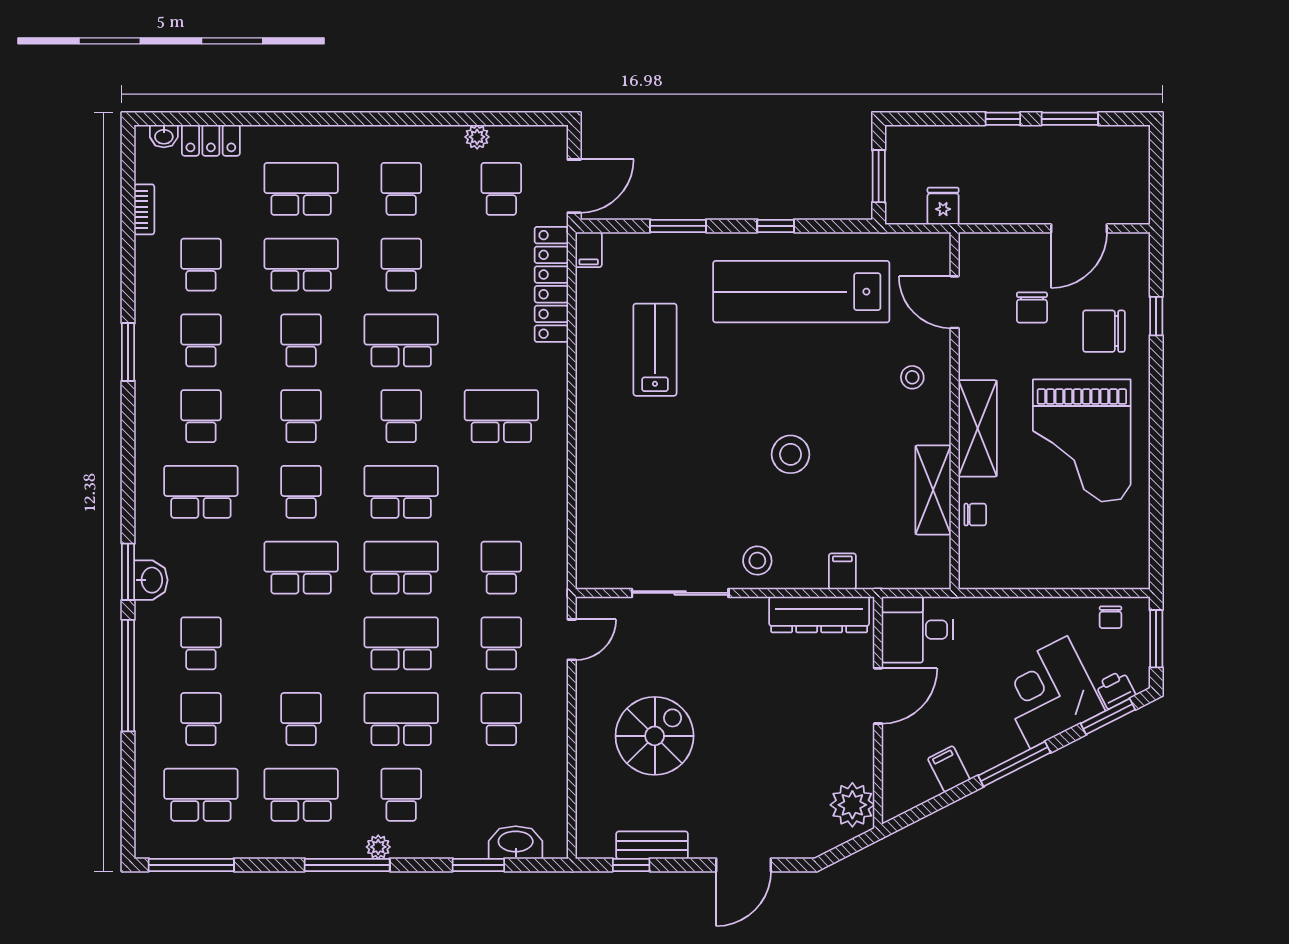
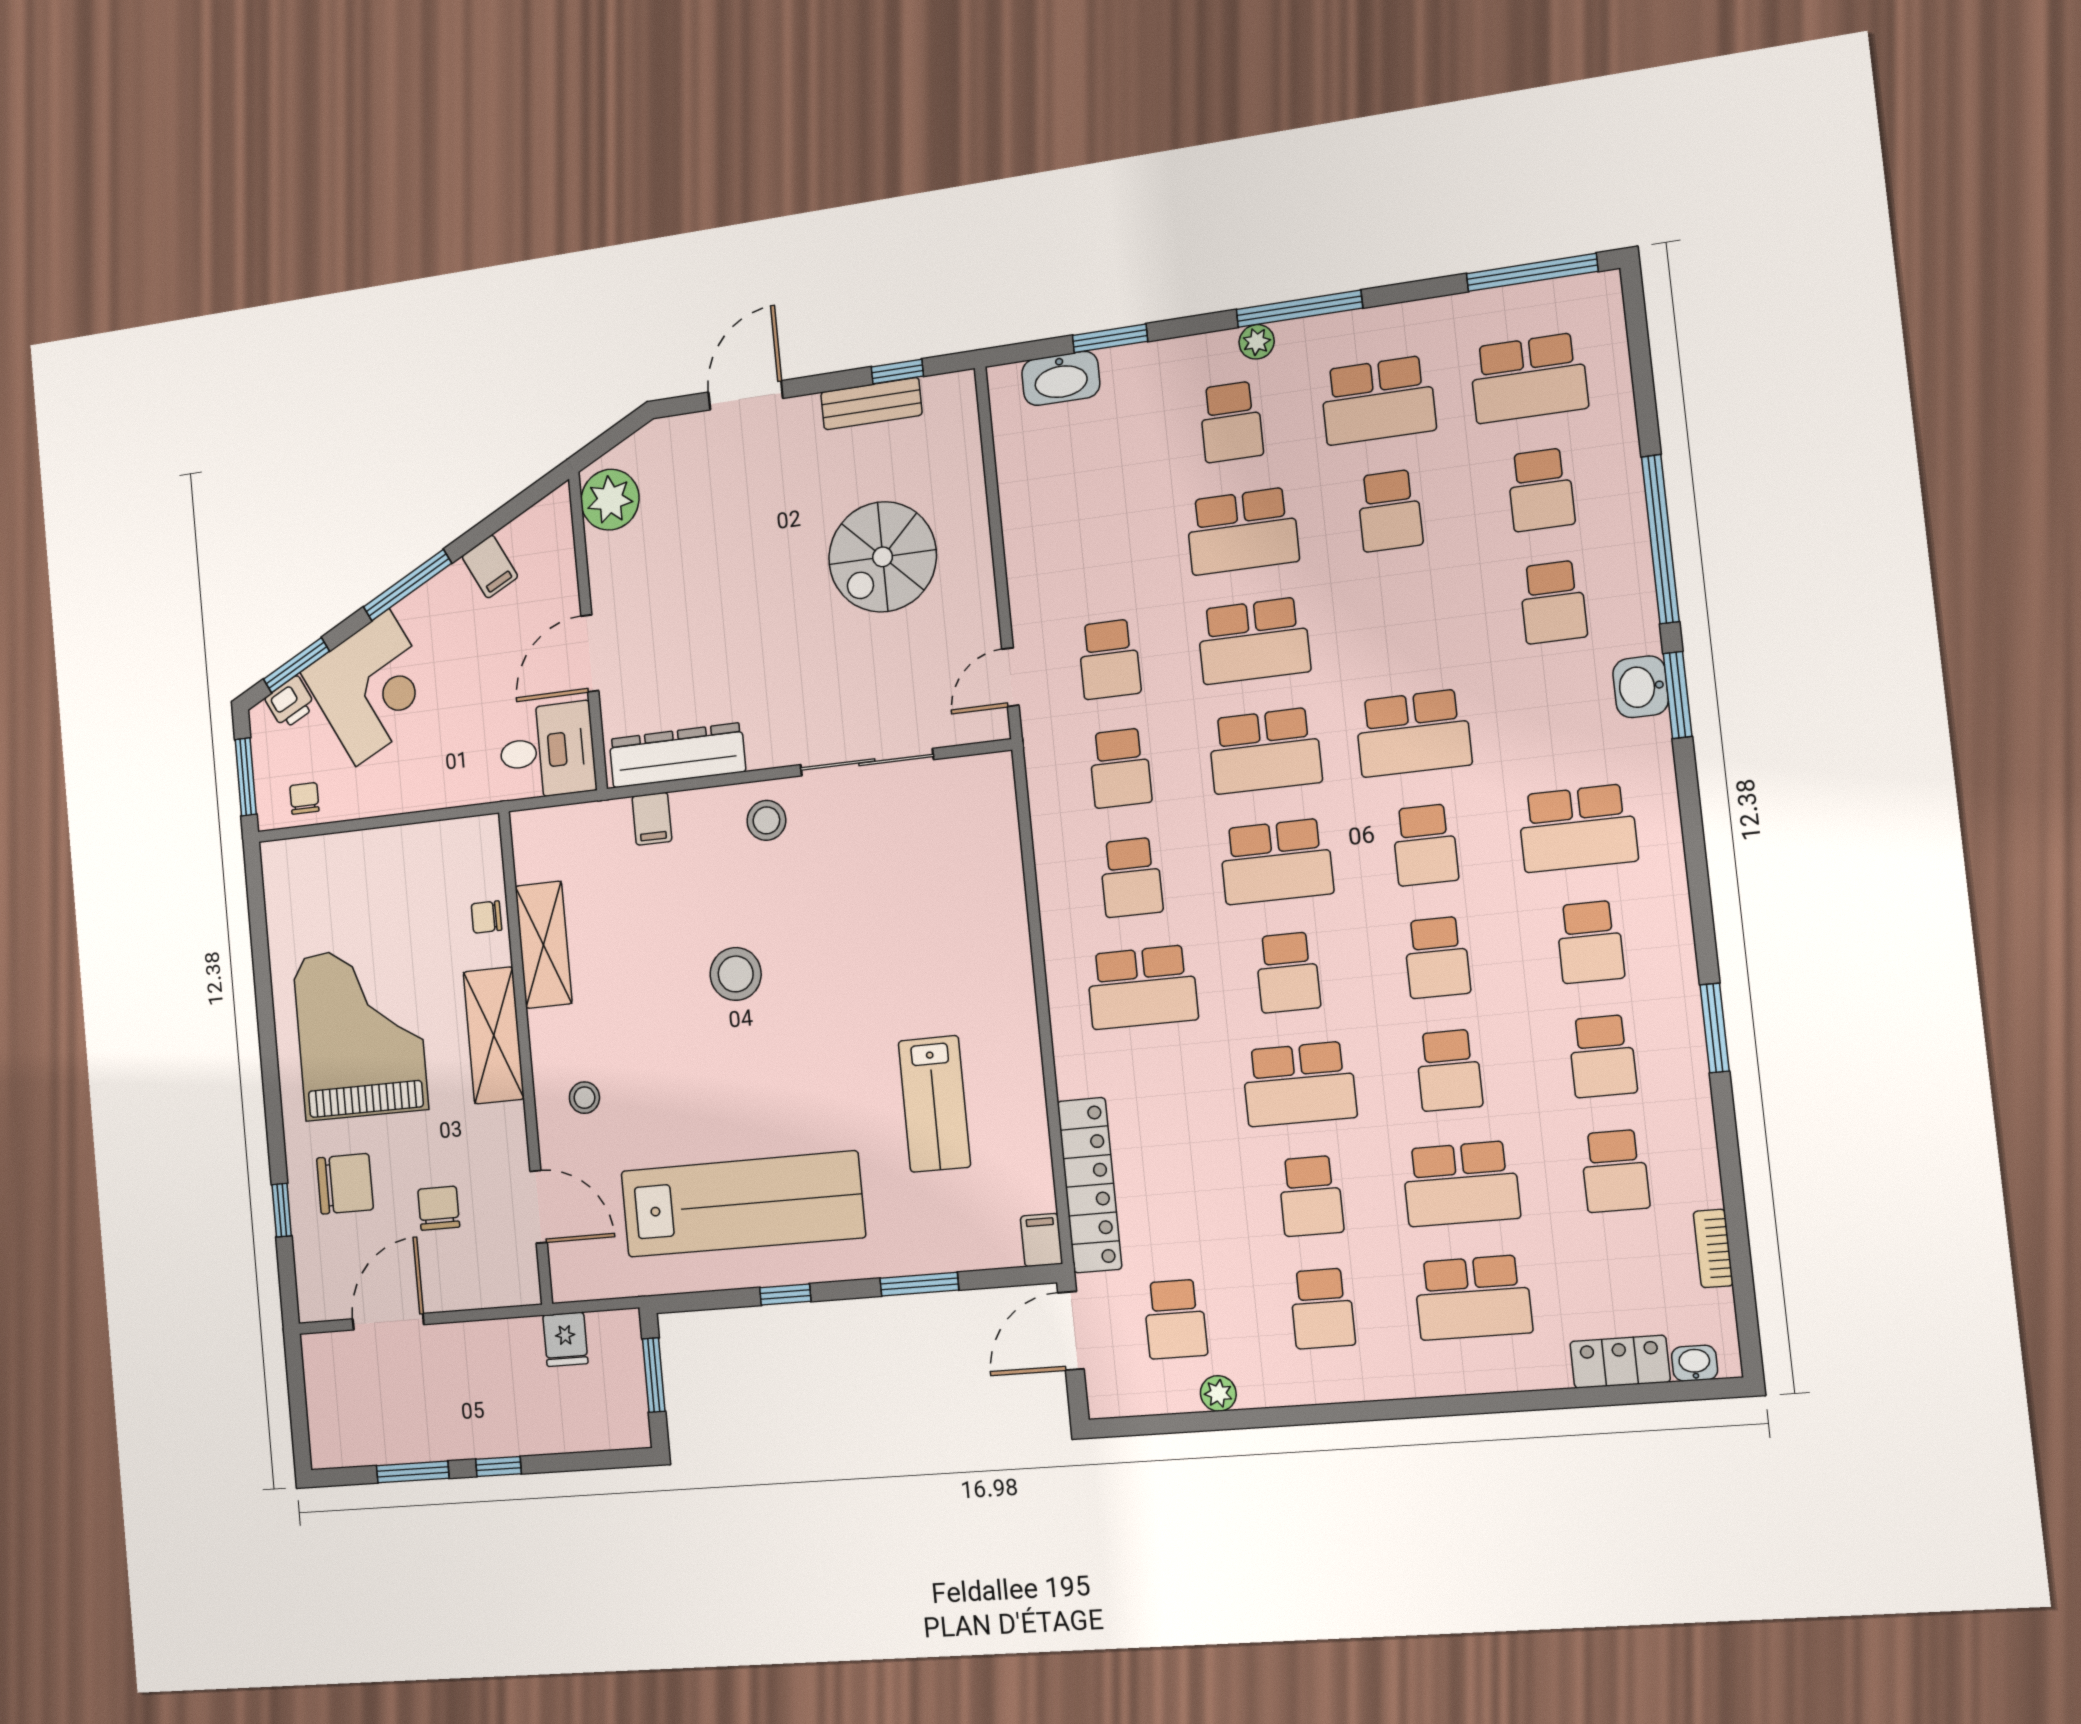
school desk: (501, 719) -> (1131, 877), moved

